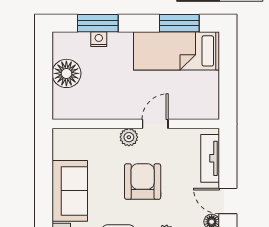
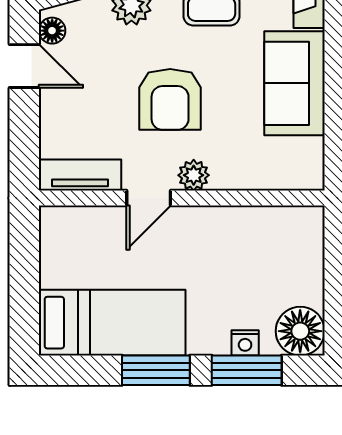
window: (179, 23) -> (156, 370), moved
floor lamp: (66, 73) -> (300, 331), moved
tv unit: (210, 158) -> (80, 175), moved, turned -90

